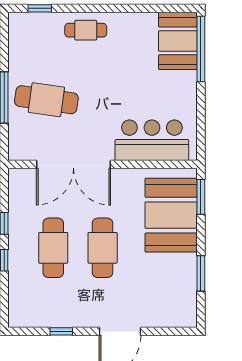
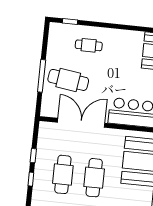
cafe table: (86, 30) -> (89, 45), moved
double door: (73, 164) -> (81, 123), swing flipped

